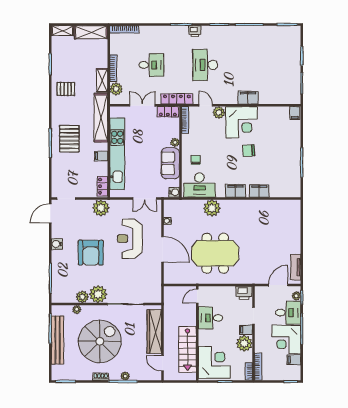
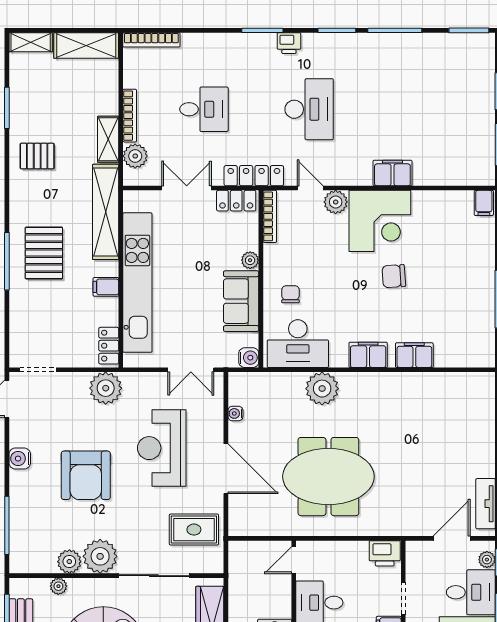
desk: (205, 65) -> (309, 109), turned 180
rug: (146, 280) -> (194, 530), added

